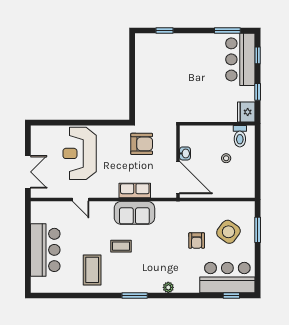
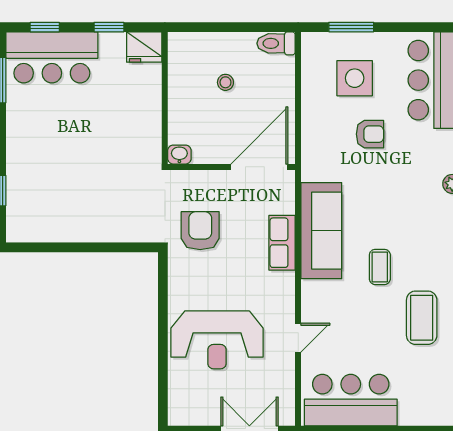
toilet: (240, 136) -> (276, 43), moved, turned 180
washbasin: (185, 153) -> (179, 155), moved
sofa: (134, 213) -> (321, 231), width x1.36
side table: (228, 232) -> (355, 78), turned -36
bar counter: (45, 250) -> (351, 400), moved
coffee table: (92, 270) -> (422, 318), turned 90

